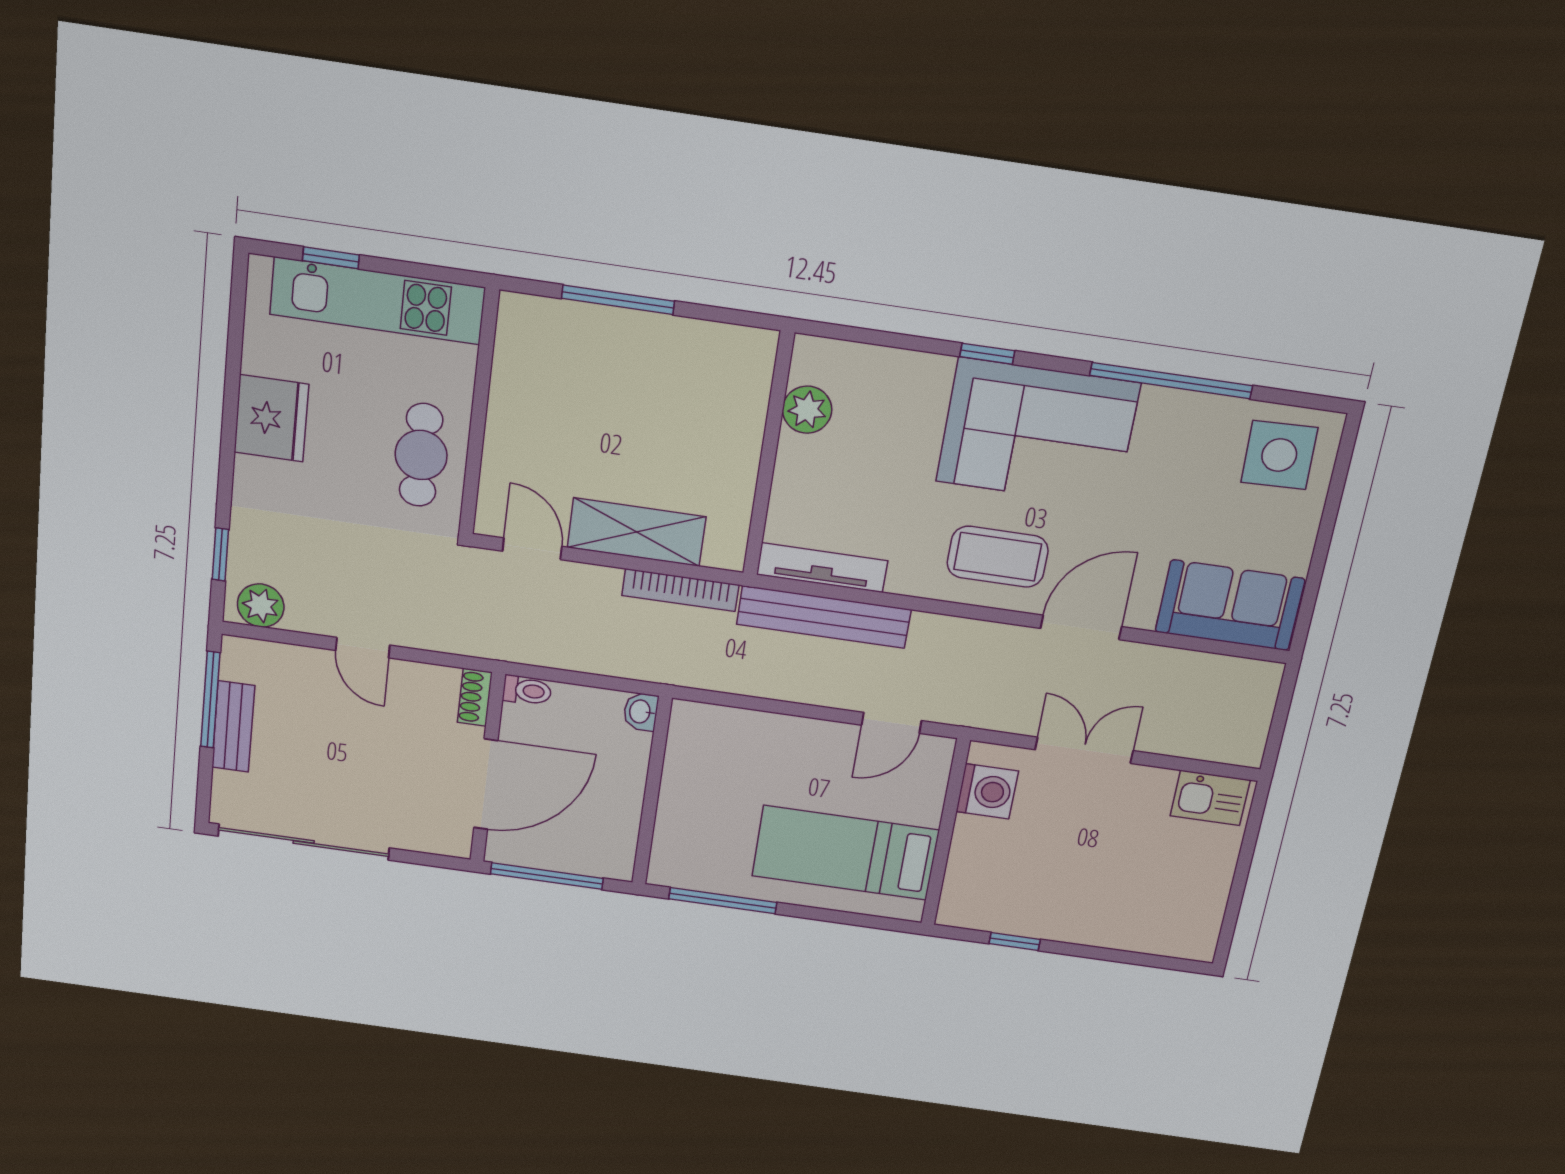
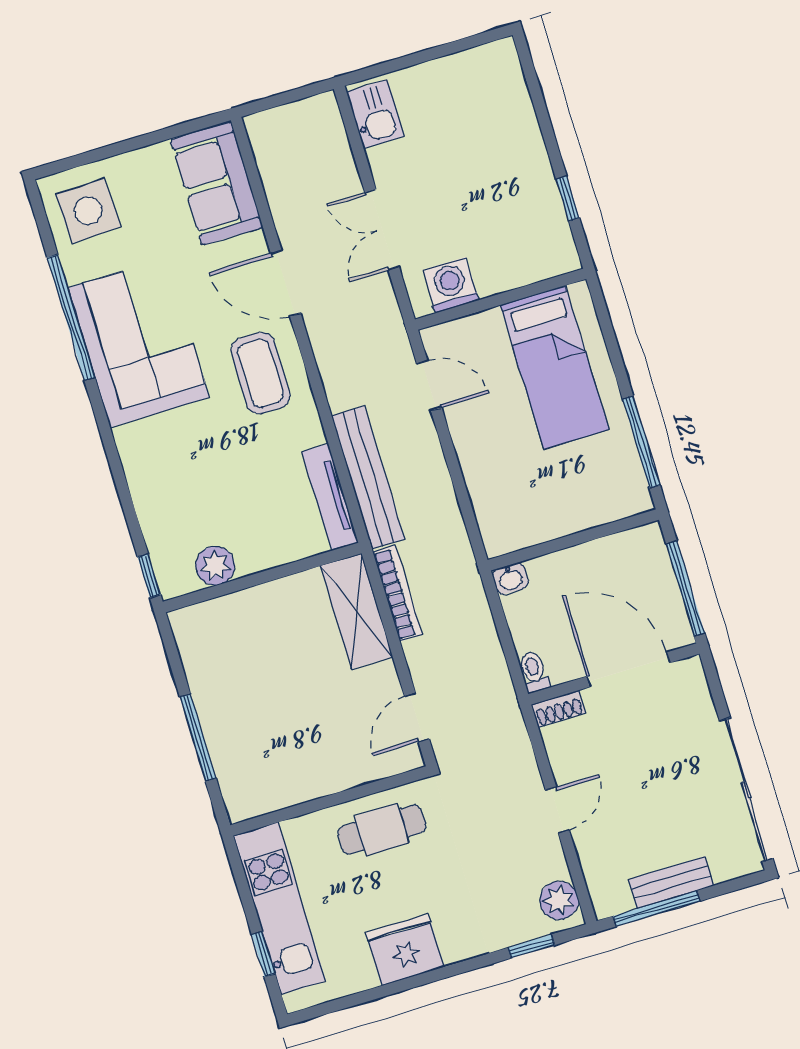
window: (987, 354) -> (149, 576), moved
corner sofa: (1038, 432) -> (139, 343), moved
shelving: (637, 532) -> (357, 611), moved

